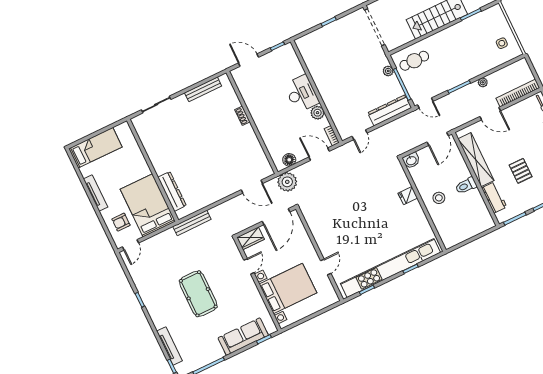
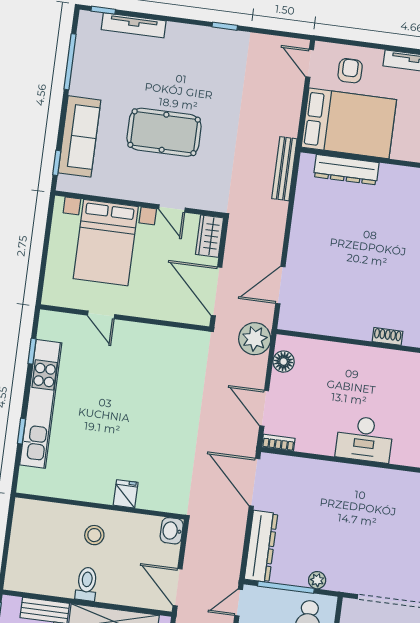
plant: (317, 113) -> (323, 444), removed
door: (360, 135) -> (254, 482), width x1.88
door: (319, 154) -> (264, 408), swing flipped
kitchen unit: (390, 268) -> (41, 404), width x0.73
pool table: (198, 294) -> (164, 132), moved

